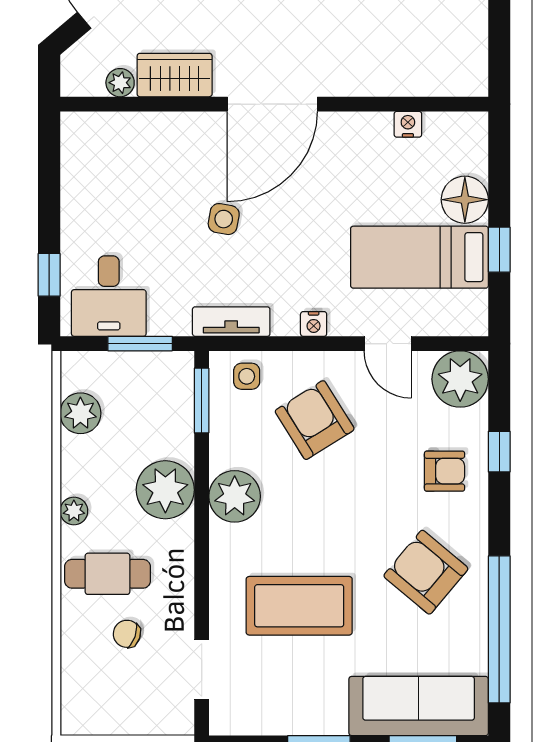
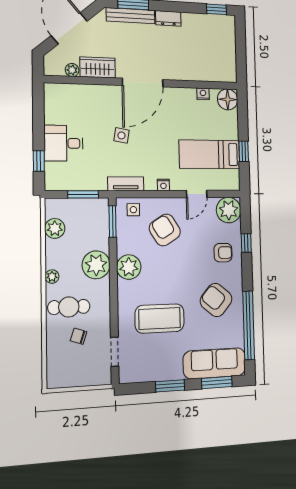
floor lamp: (465, 200) -> (228, 99), moved
desk: (109, 296) -> (63, 143), moved, turned 90
door: (388, 344) -> (197, 194), hinge flipped

